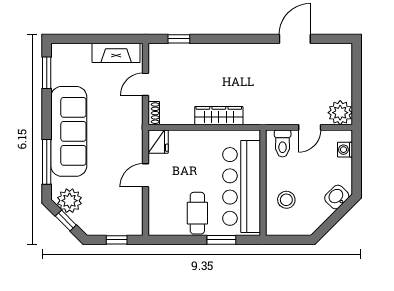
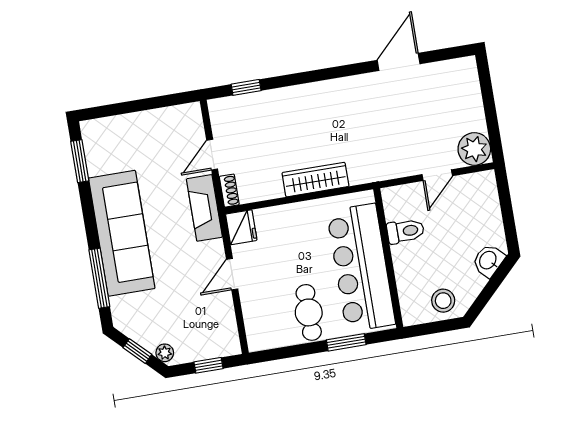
fireplace: (116, 53) -> (204, 208), moved, turned 90
toilet: (283, 144) -> (405, 231), moved, turned -90
washing machine: (345, 150) -> (489, 196), removed
stool: (286, 200) -> (443, 301), moved
plant: (70, 201) -> (165, 353), moved, width x0.53, depth x0.53

